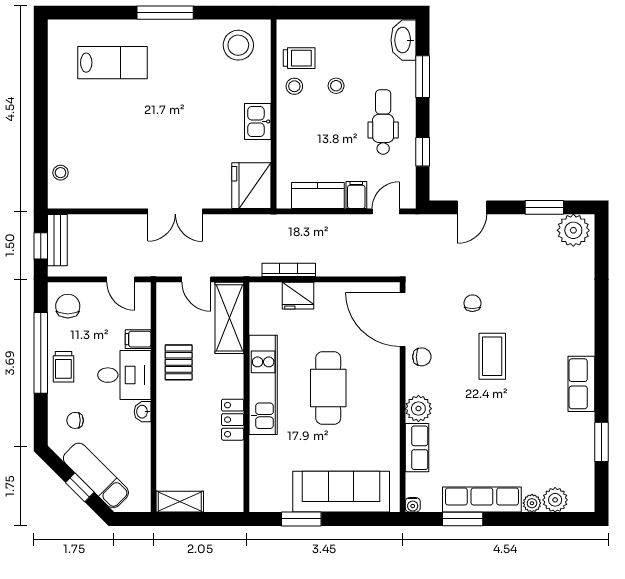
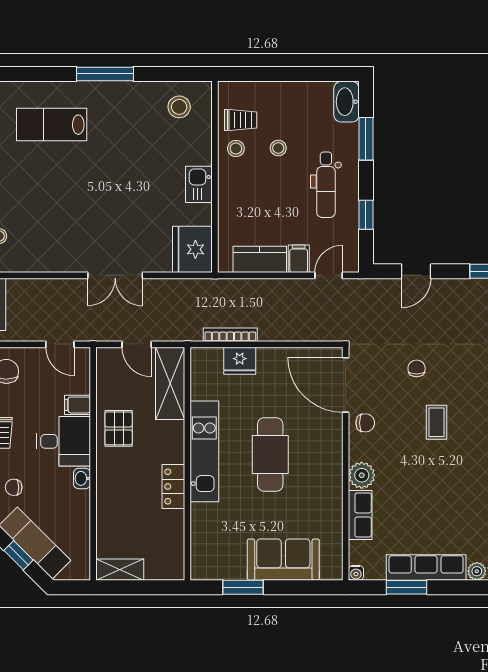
stool: (238, 45) -> (179, 107), width x0.73, depth x0.73
lab bench: (113, 63) -> (52, 125), turned 180
dental chair: (383, 122) -> (326, 185), turned 180
coffee table: (492, 356) -> (437, 422), width x0.73, depth x0.77
sofa: (341, 492) -> (283, 560), width x0.73

